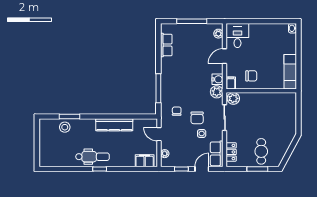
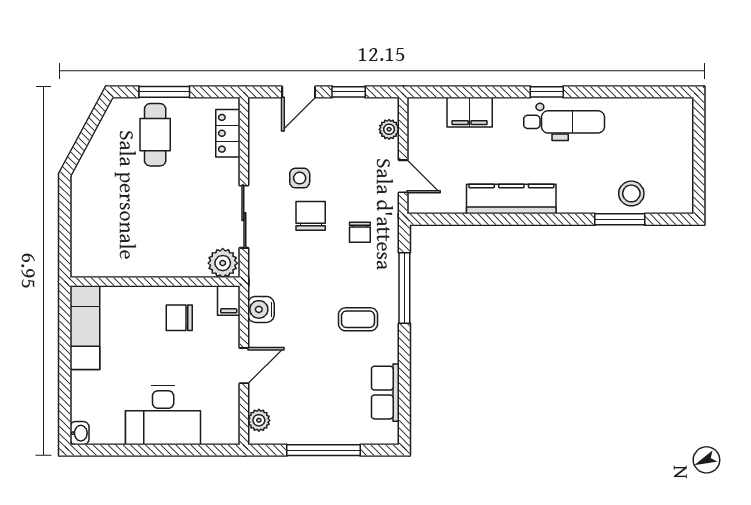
desk: (237, 36) -> (163, 415), moved, width x1.37
coffee table: (178, 75) -> (358, 319), added
plant: (217, 92) -> (263, 279), removed
row of seats: (217, 154) -> (263, 129), removed
dental chair: (92, 157) -> (564, 122), turned 180
filing cabinet: (145, 161) -> (470, 112), moved

